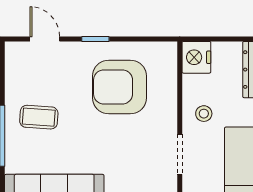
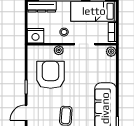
armchair: (119, 87) -> (51, 75), turned 180
plant: (168, 103) -> (59, 50), added

